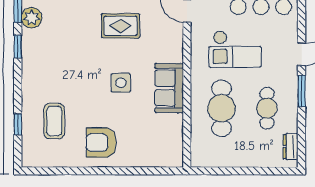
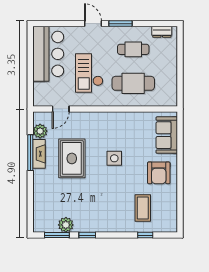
rug: (121, 26) -> (72, 158), width x1.36, depth x1.43
checkout: (235, 49) -> (89, 73), turned 180
sofa: (169, 88) -> (167, 135), moved, turned 90
coffee table: (54, 121) -> (143, 208), turned 90

